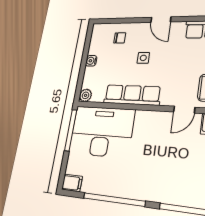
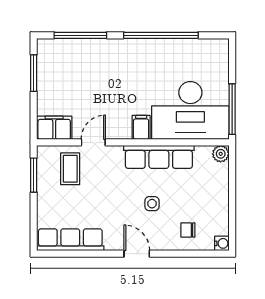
water cooler: (91, 61) -> (222, 243), moved
filing cabinet: (72, 183) -> (141, 127), moved, turned 90

